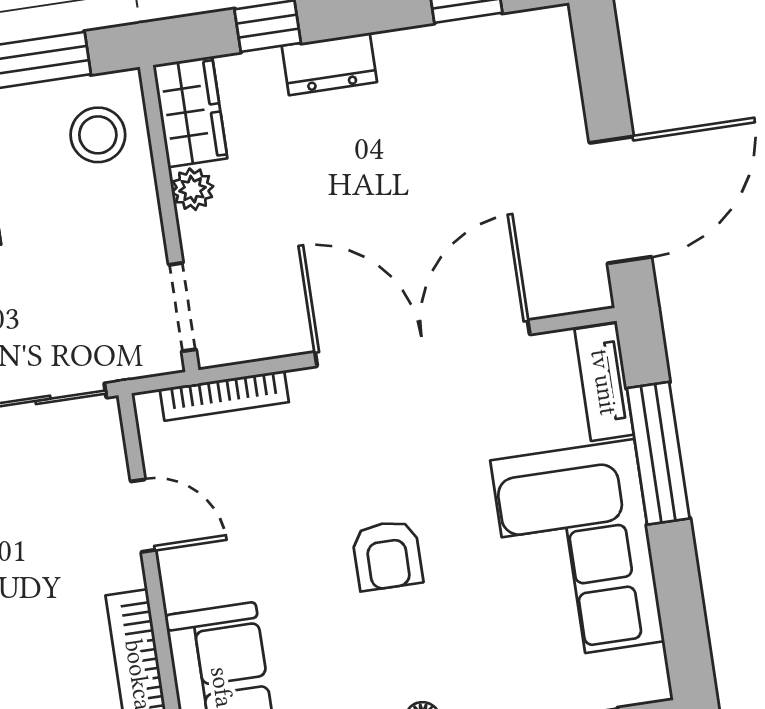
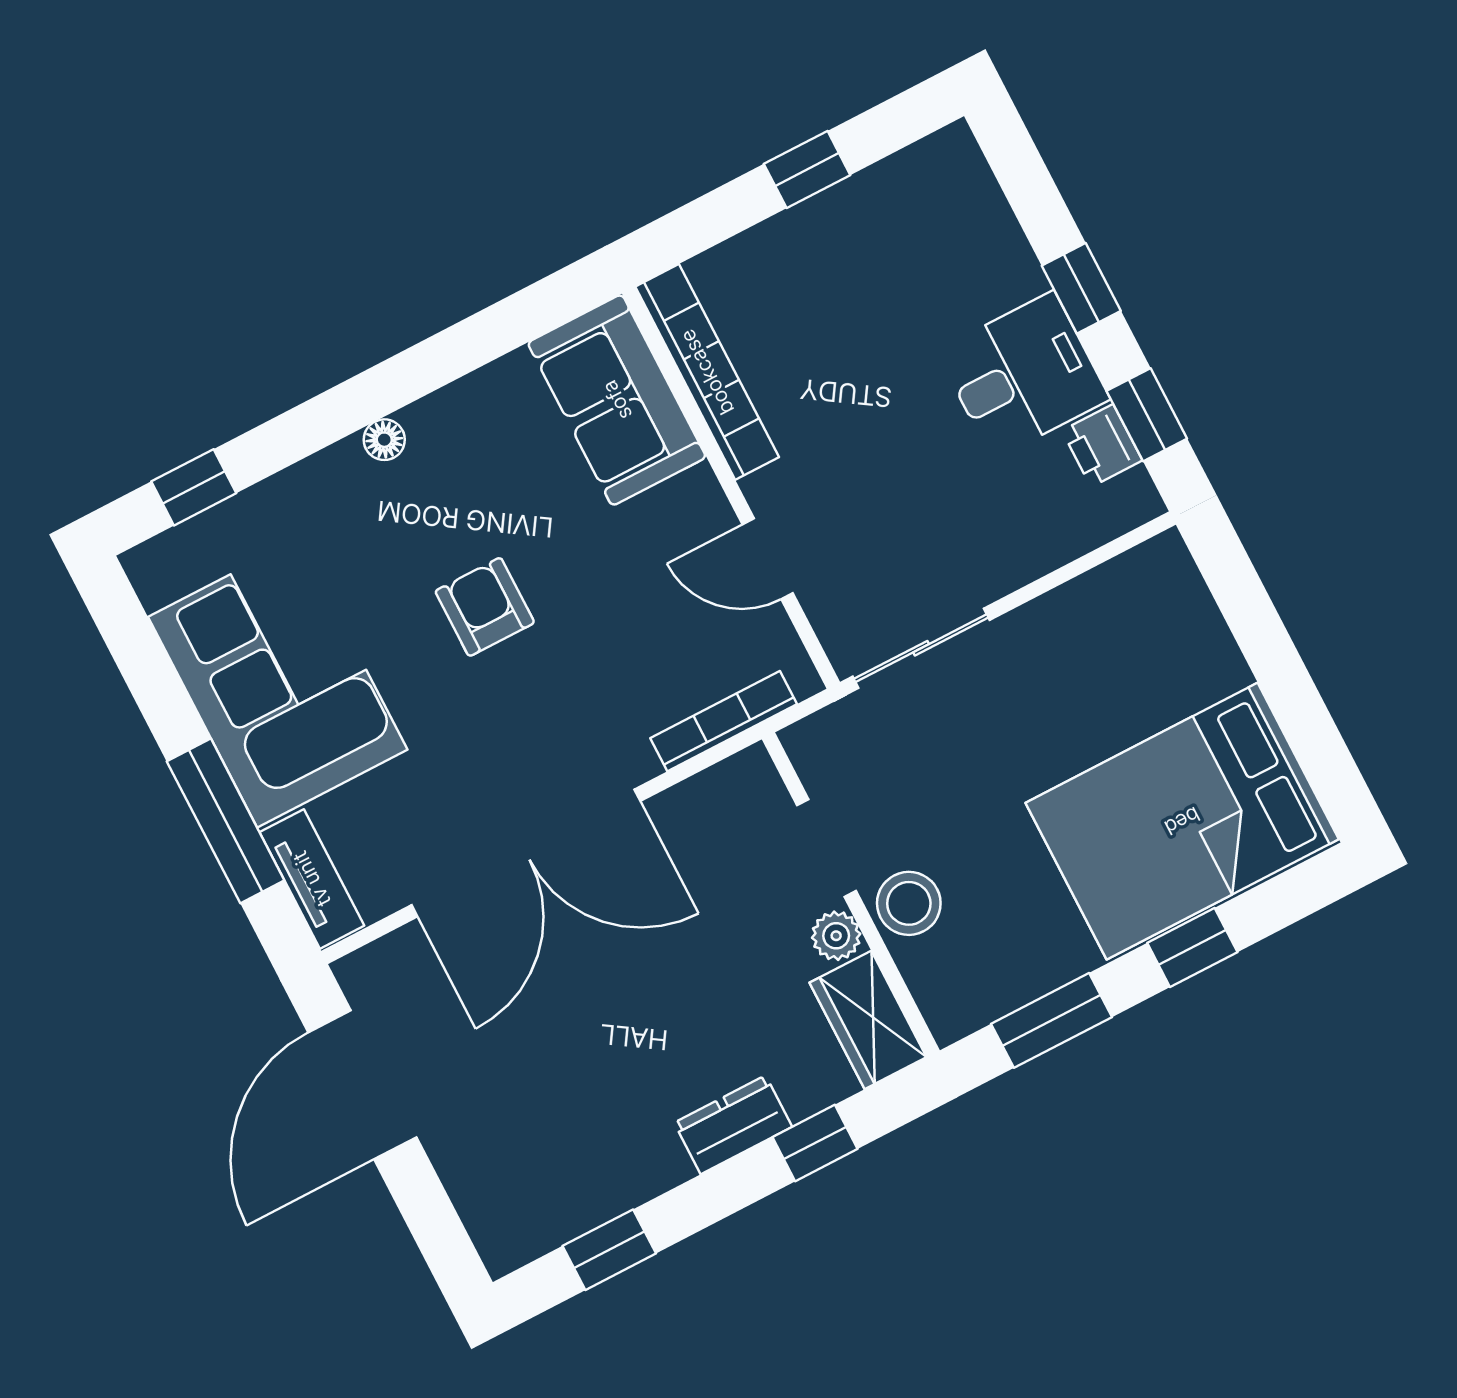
stool: (98, 135) -> (909, 903), moved
doorway: (182, 307) -> (827, 848), moved

